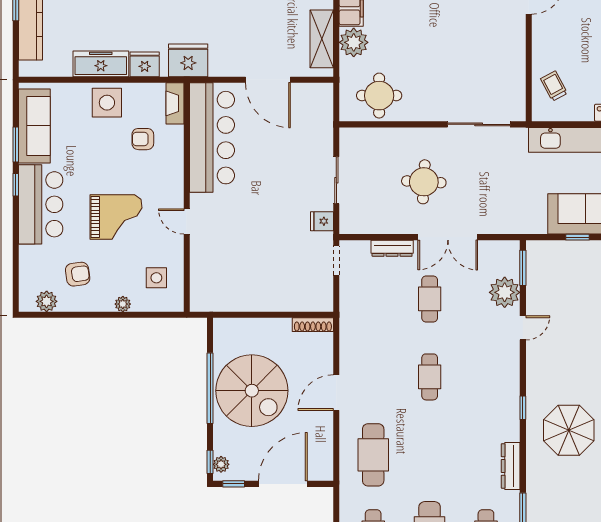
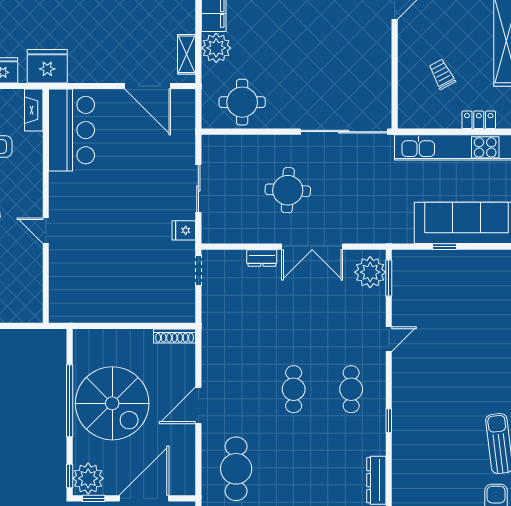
shelving: (322, 39) -> (187, 54), width x0.67, depth x0.75
door: (268, 80) -> (148, 86), moved
trolley: (554, 86) -> (442, 74), moved
sliding door: (479, 124) -> (344, 132), width x1.36
bar counter: (212, 138) -> (72, 130), width x0.73
dresser: (392, 248) -> (262, 258), width x0.70
side table: (156, 278) -> (15, 288), removed
plant: (505, 292) -> (370, 272), moved
cafe table: (430, 299) -> (351, 389), moved
parasol: (569, 430) -> (436, 444), removed
plant: (221, 464) -> (88, 478), width x1.88, depth x1.88

